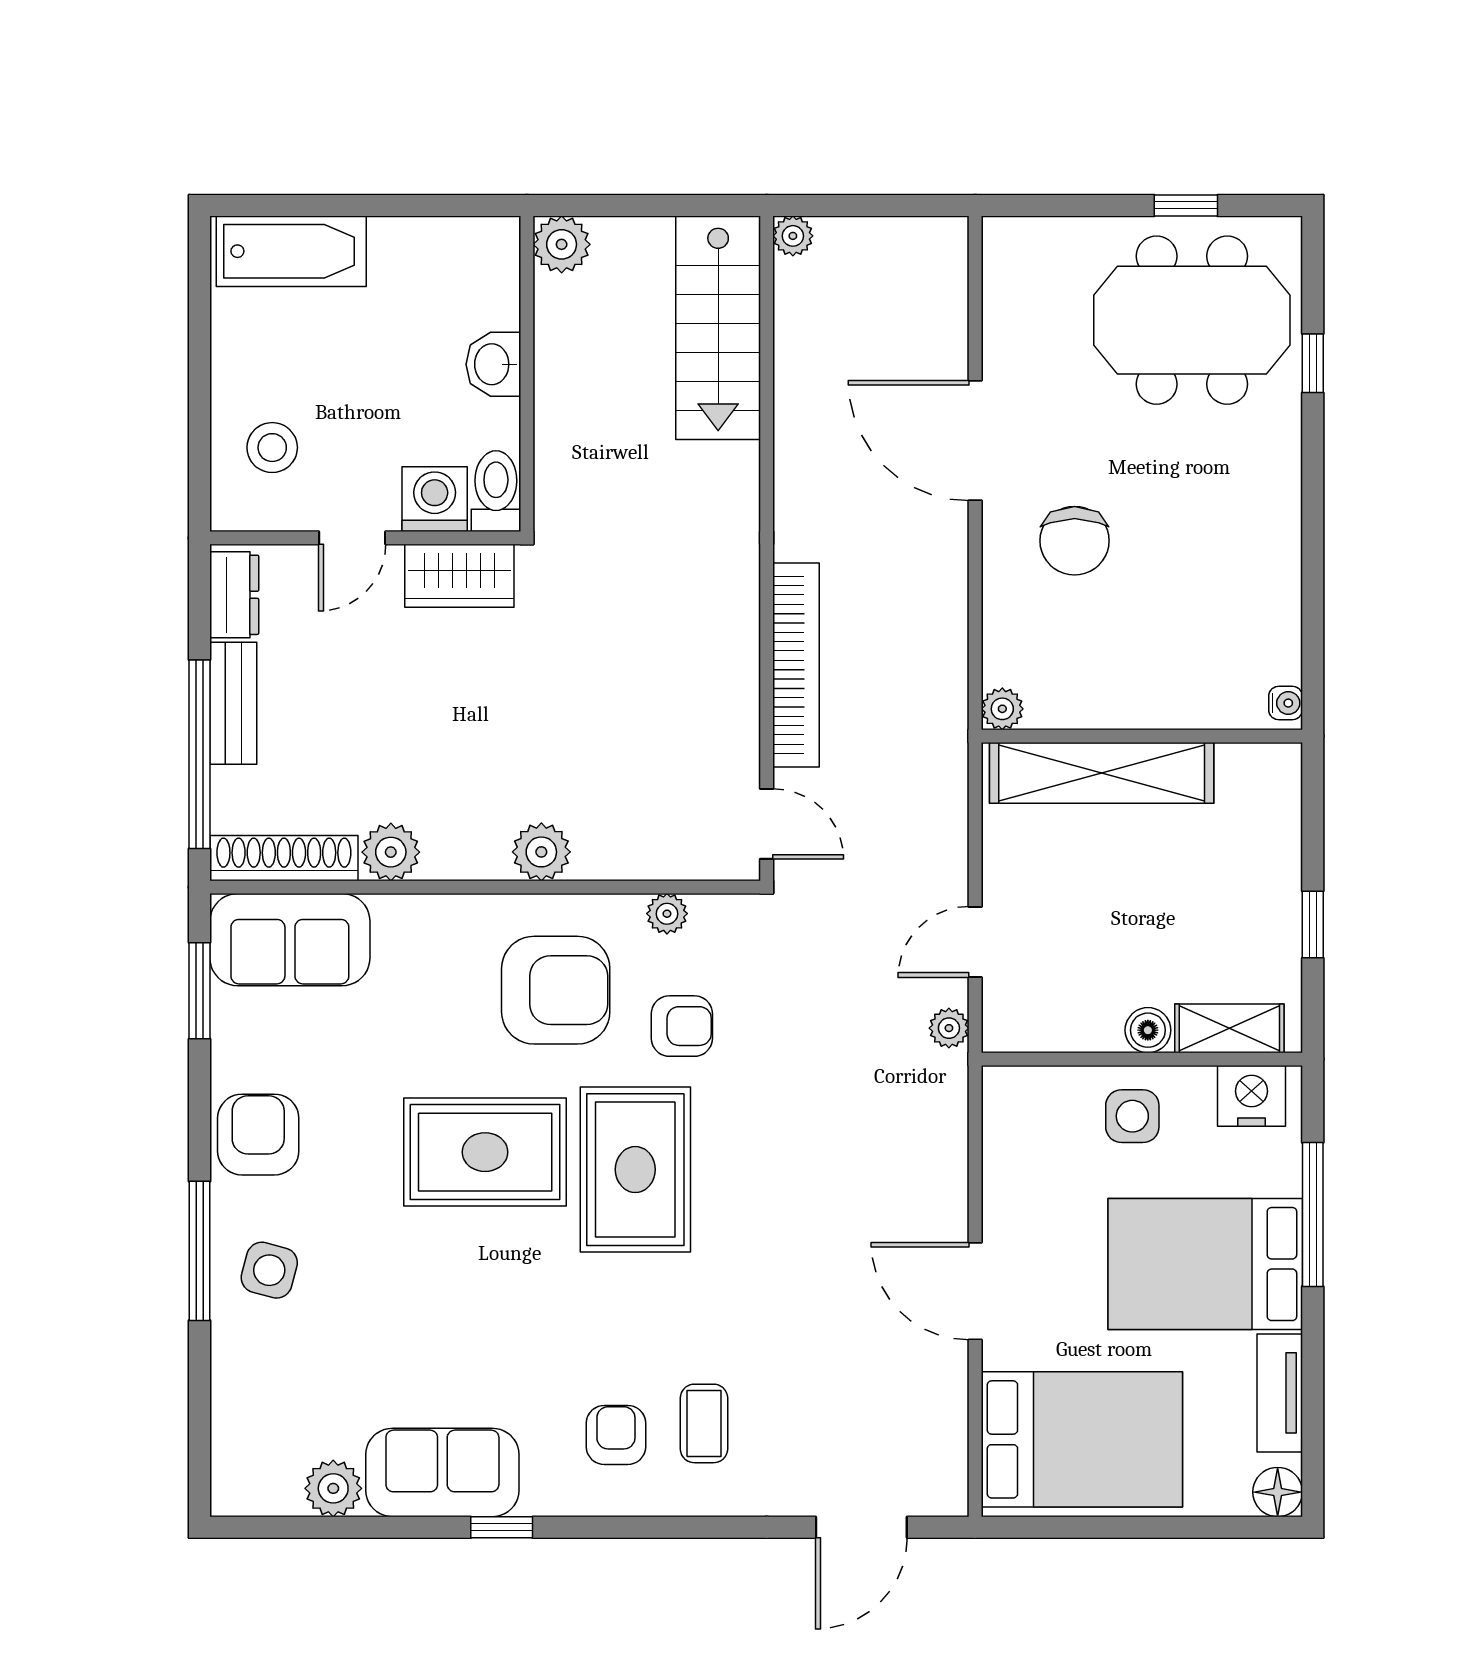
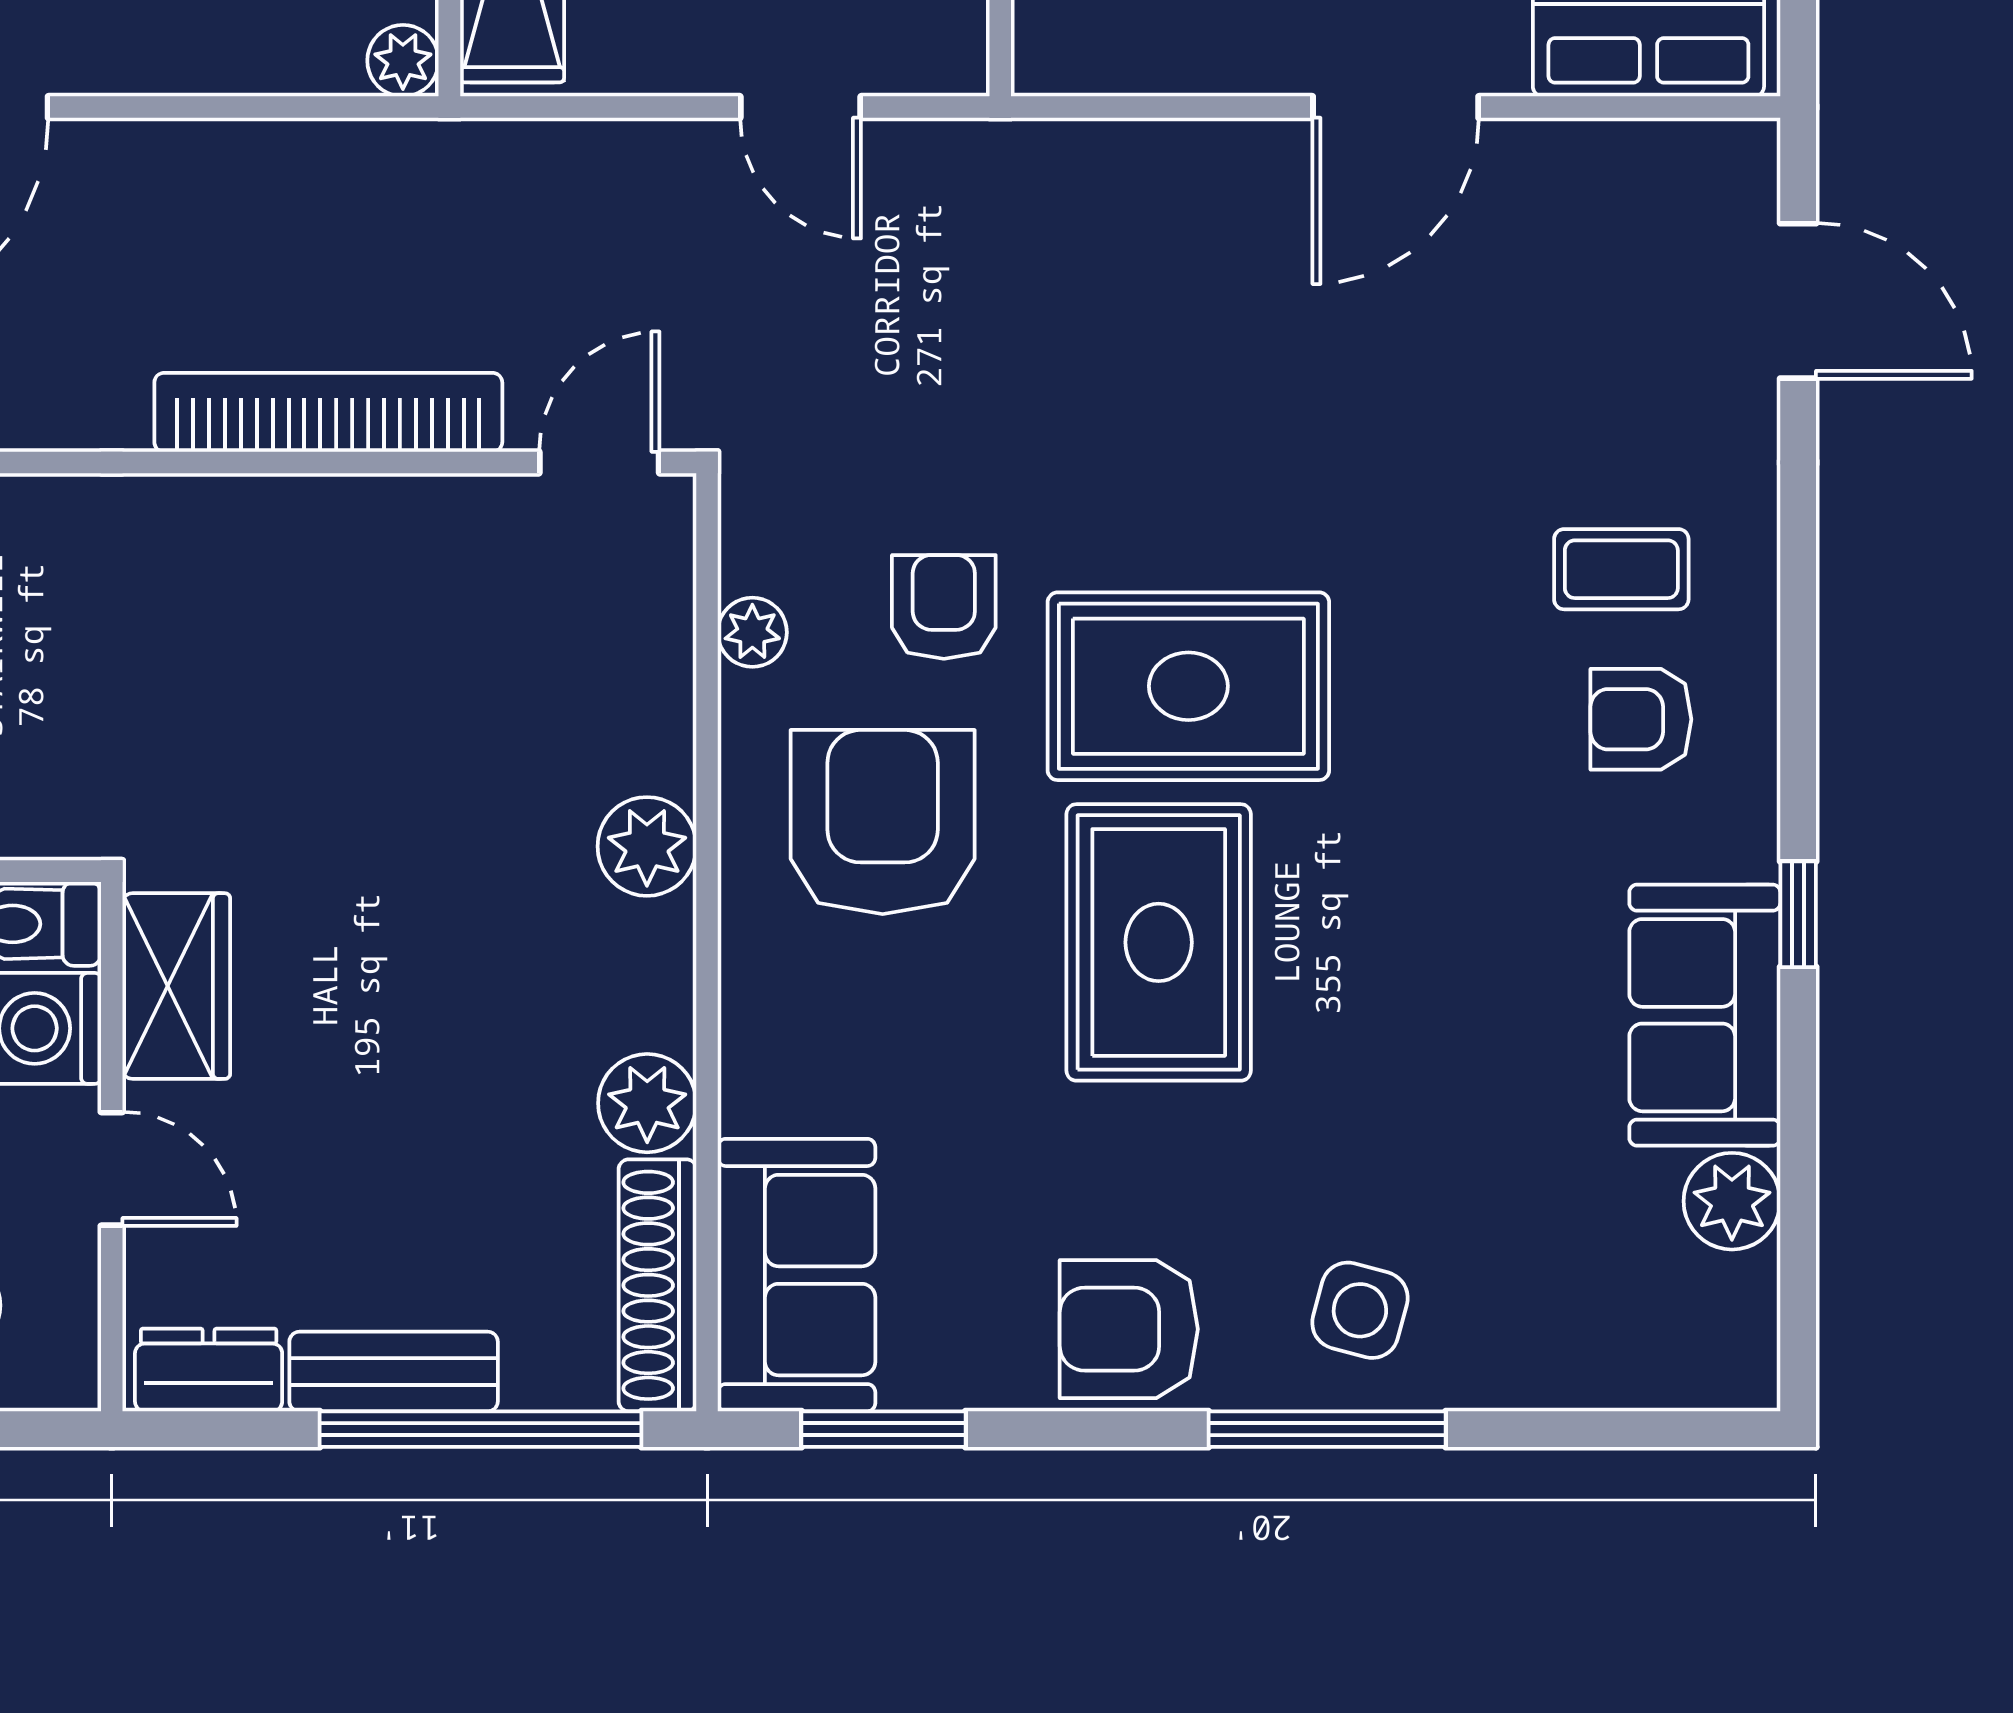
plant: (949, 1028) -> (947, 152), removed

